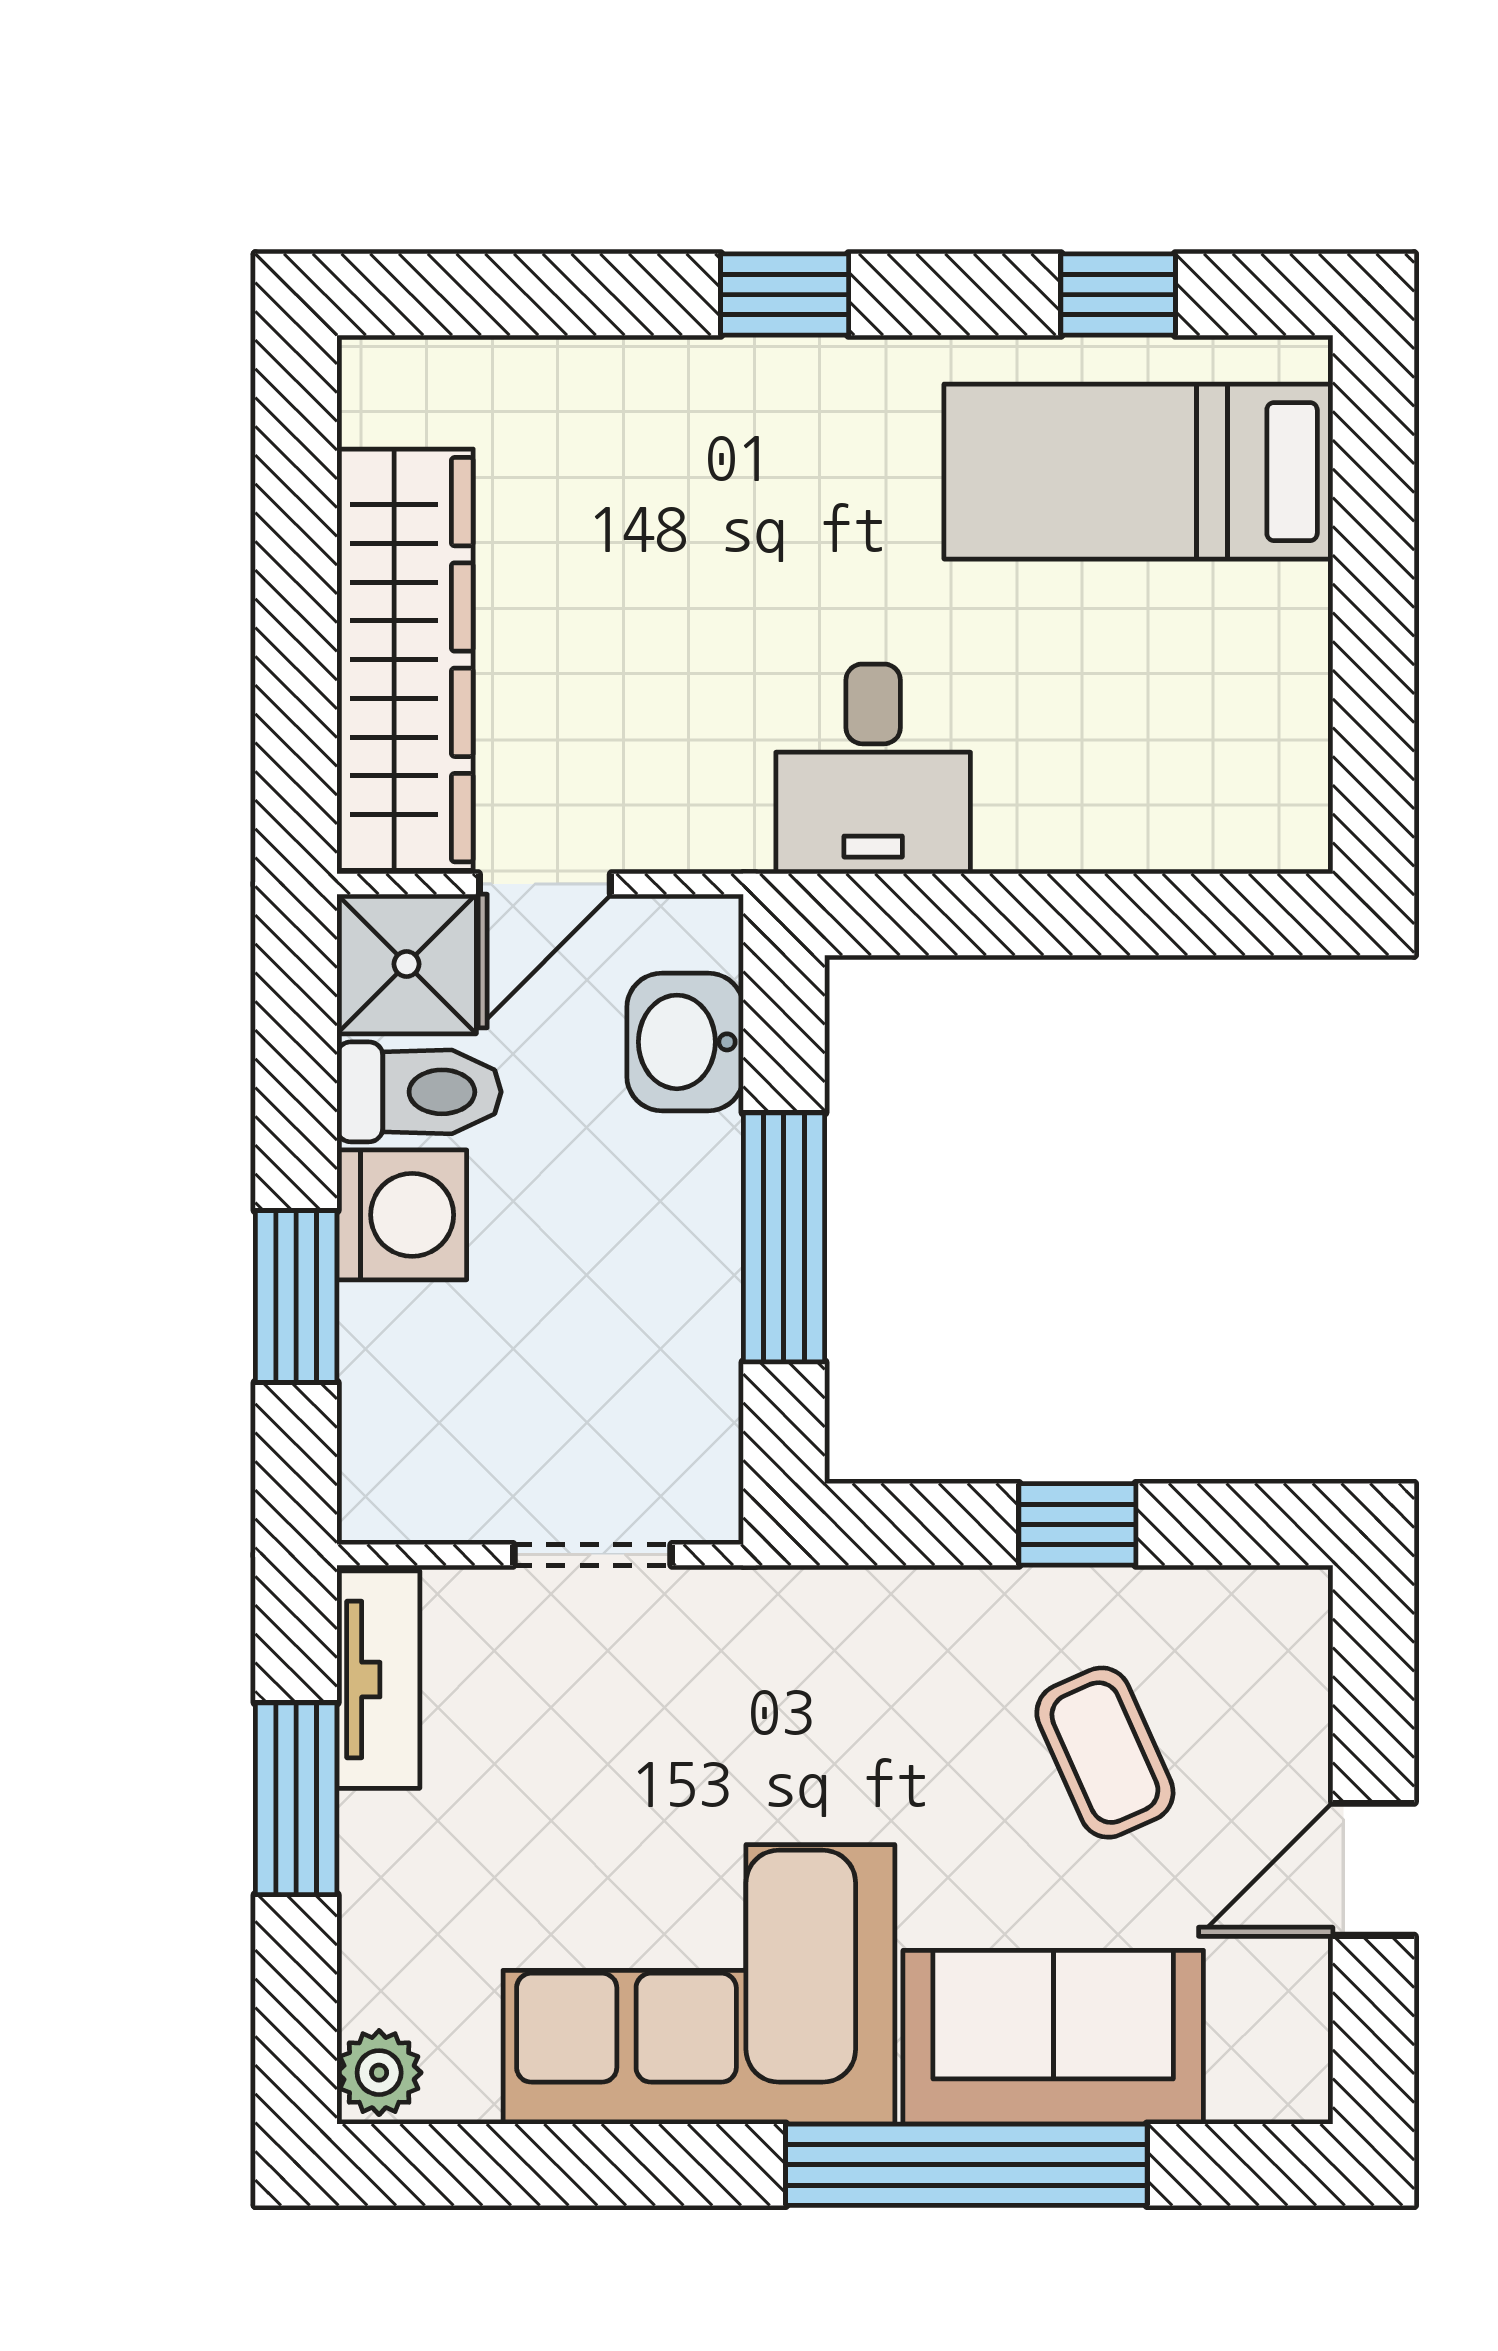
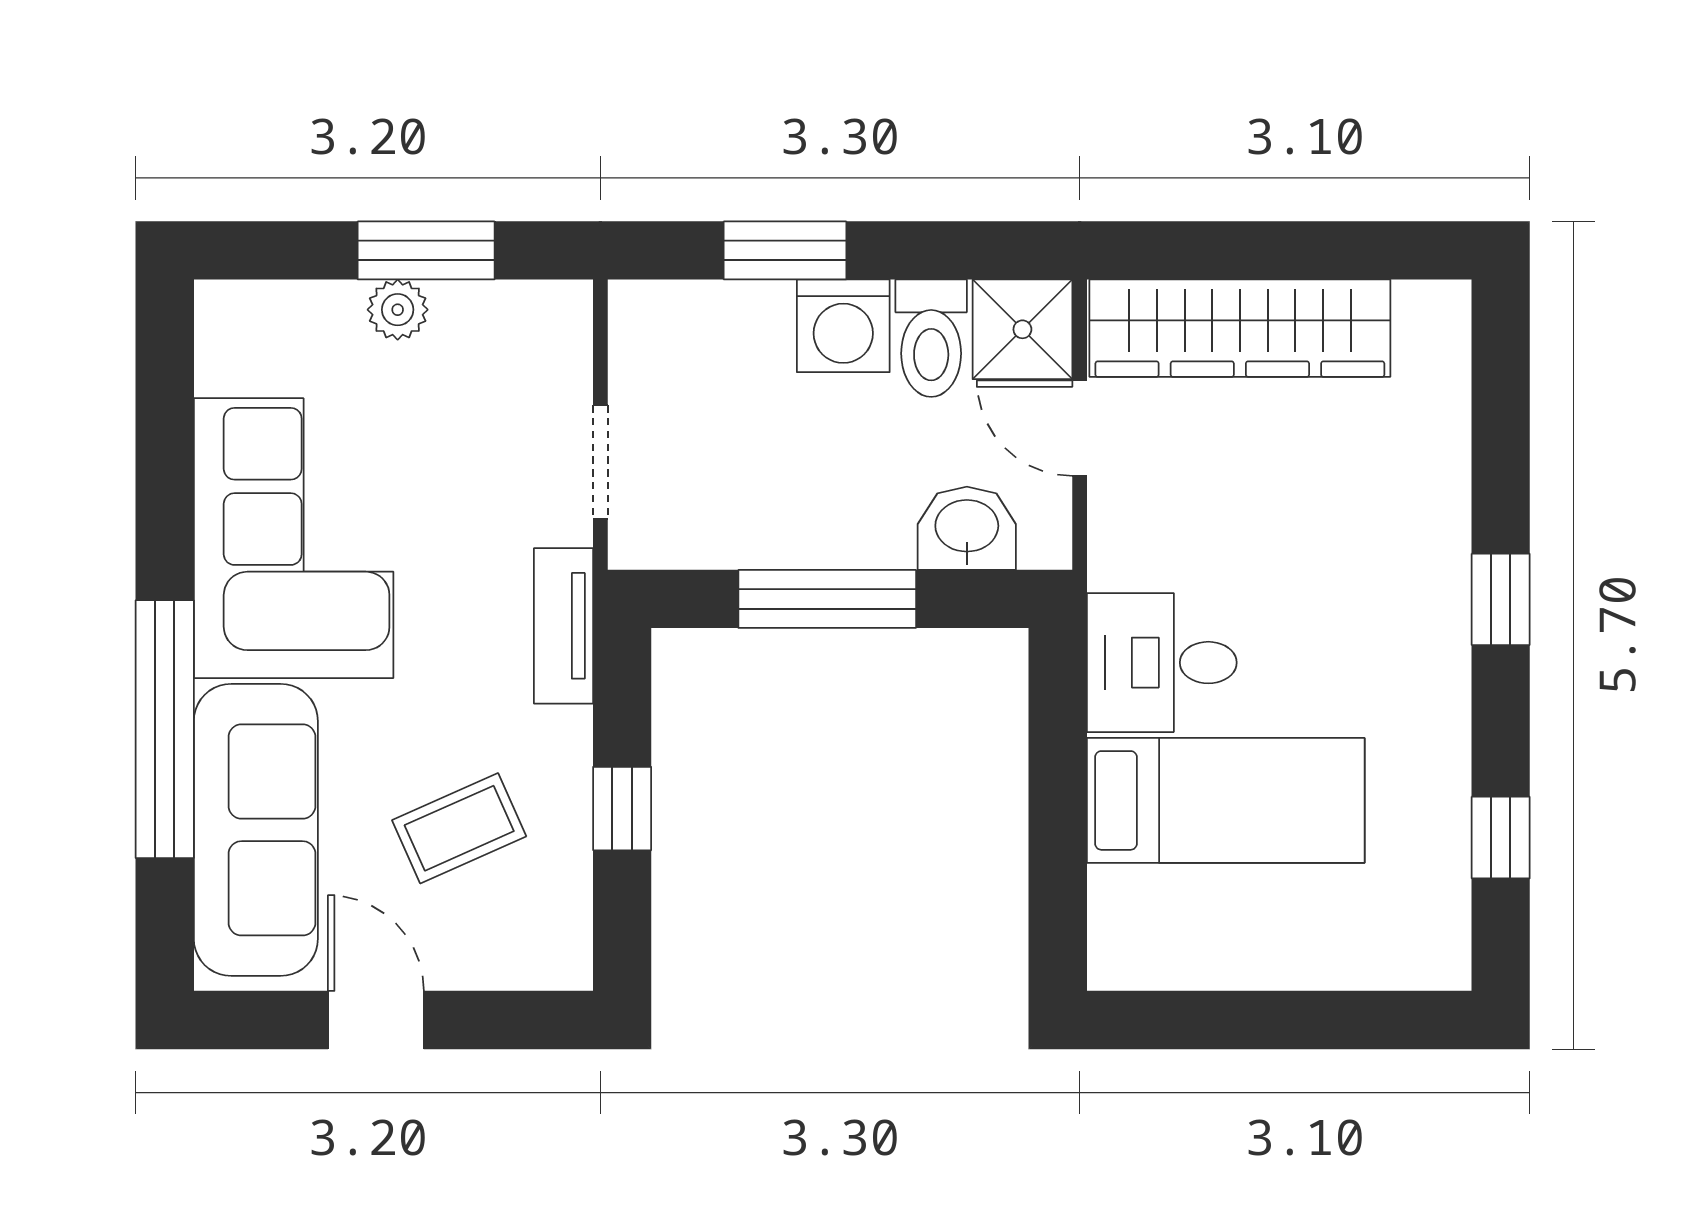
bed: (1138, 472) -> (1226, 800), moved, turned 90
tv unit: (378, 1680) -> (563, 626), moved, turned 90
sofa: (1053, 2037) -> (256, 830), width x1.36
plant: (379, 2073) -> (398, 310), moved

